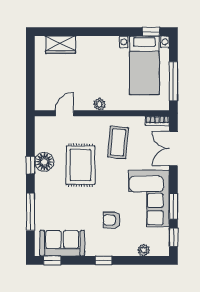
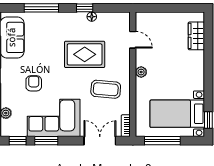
floor lamp: (44, 162) -> (92, 17), width x0.53, depth x0.53

